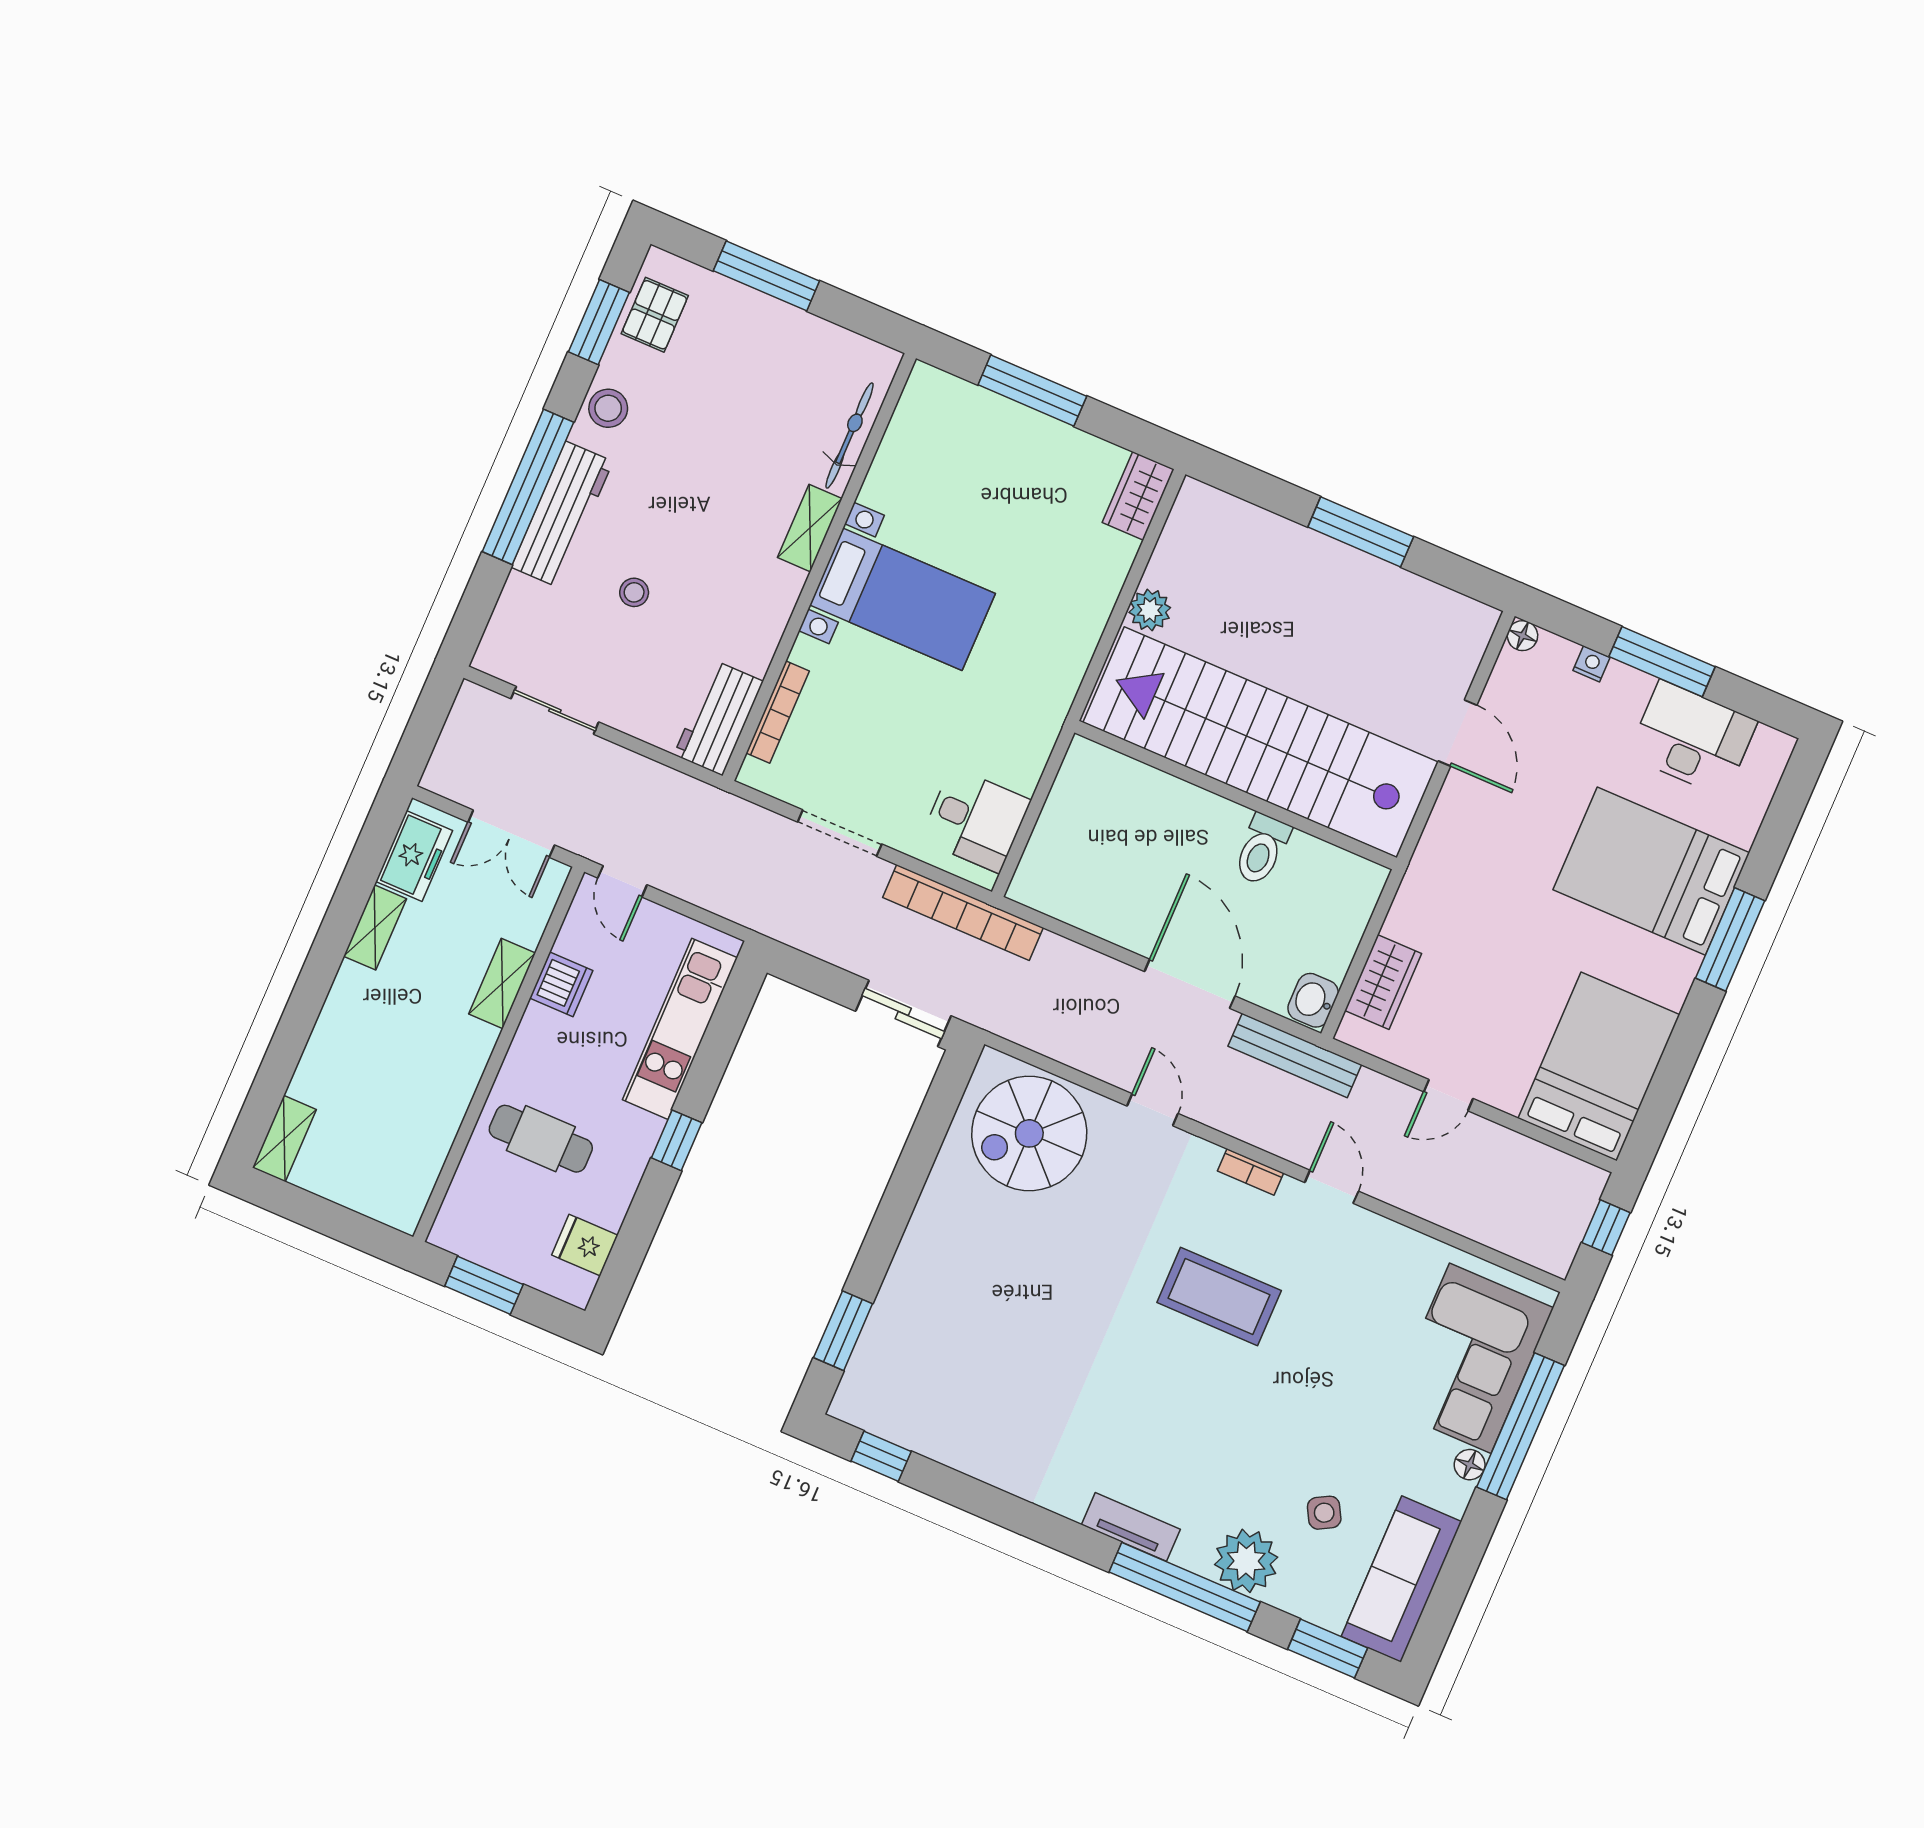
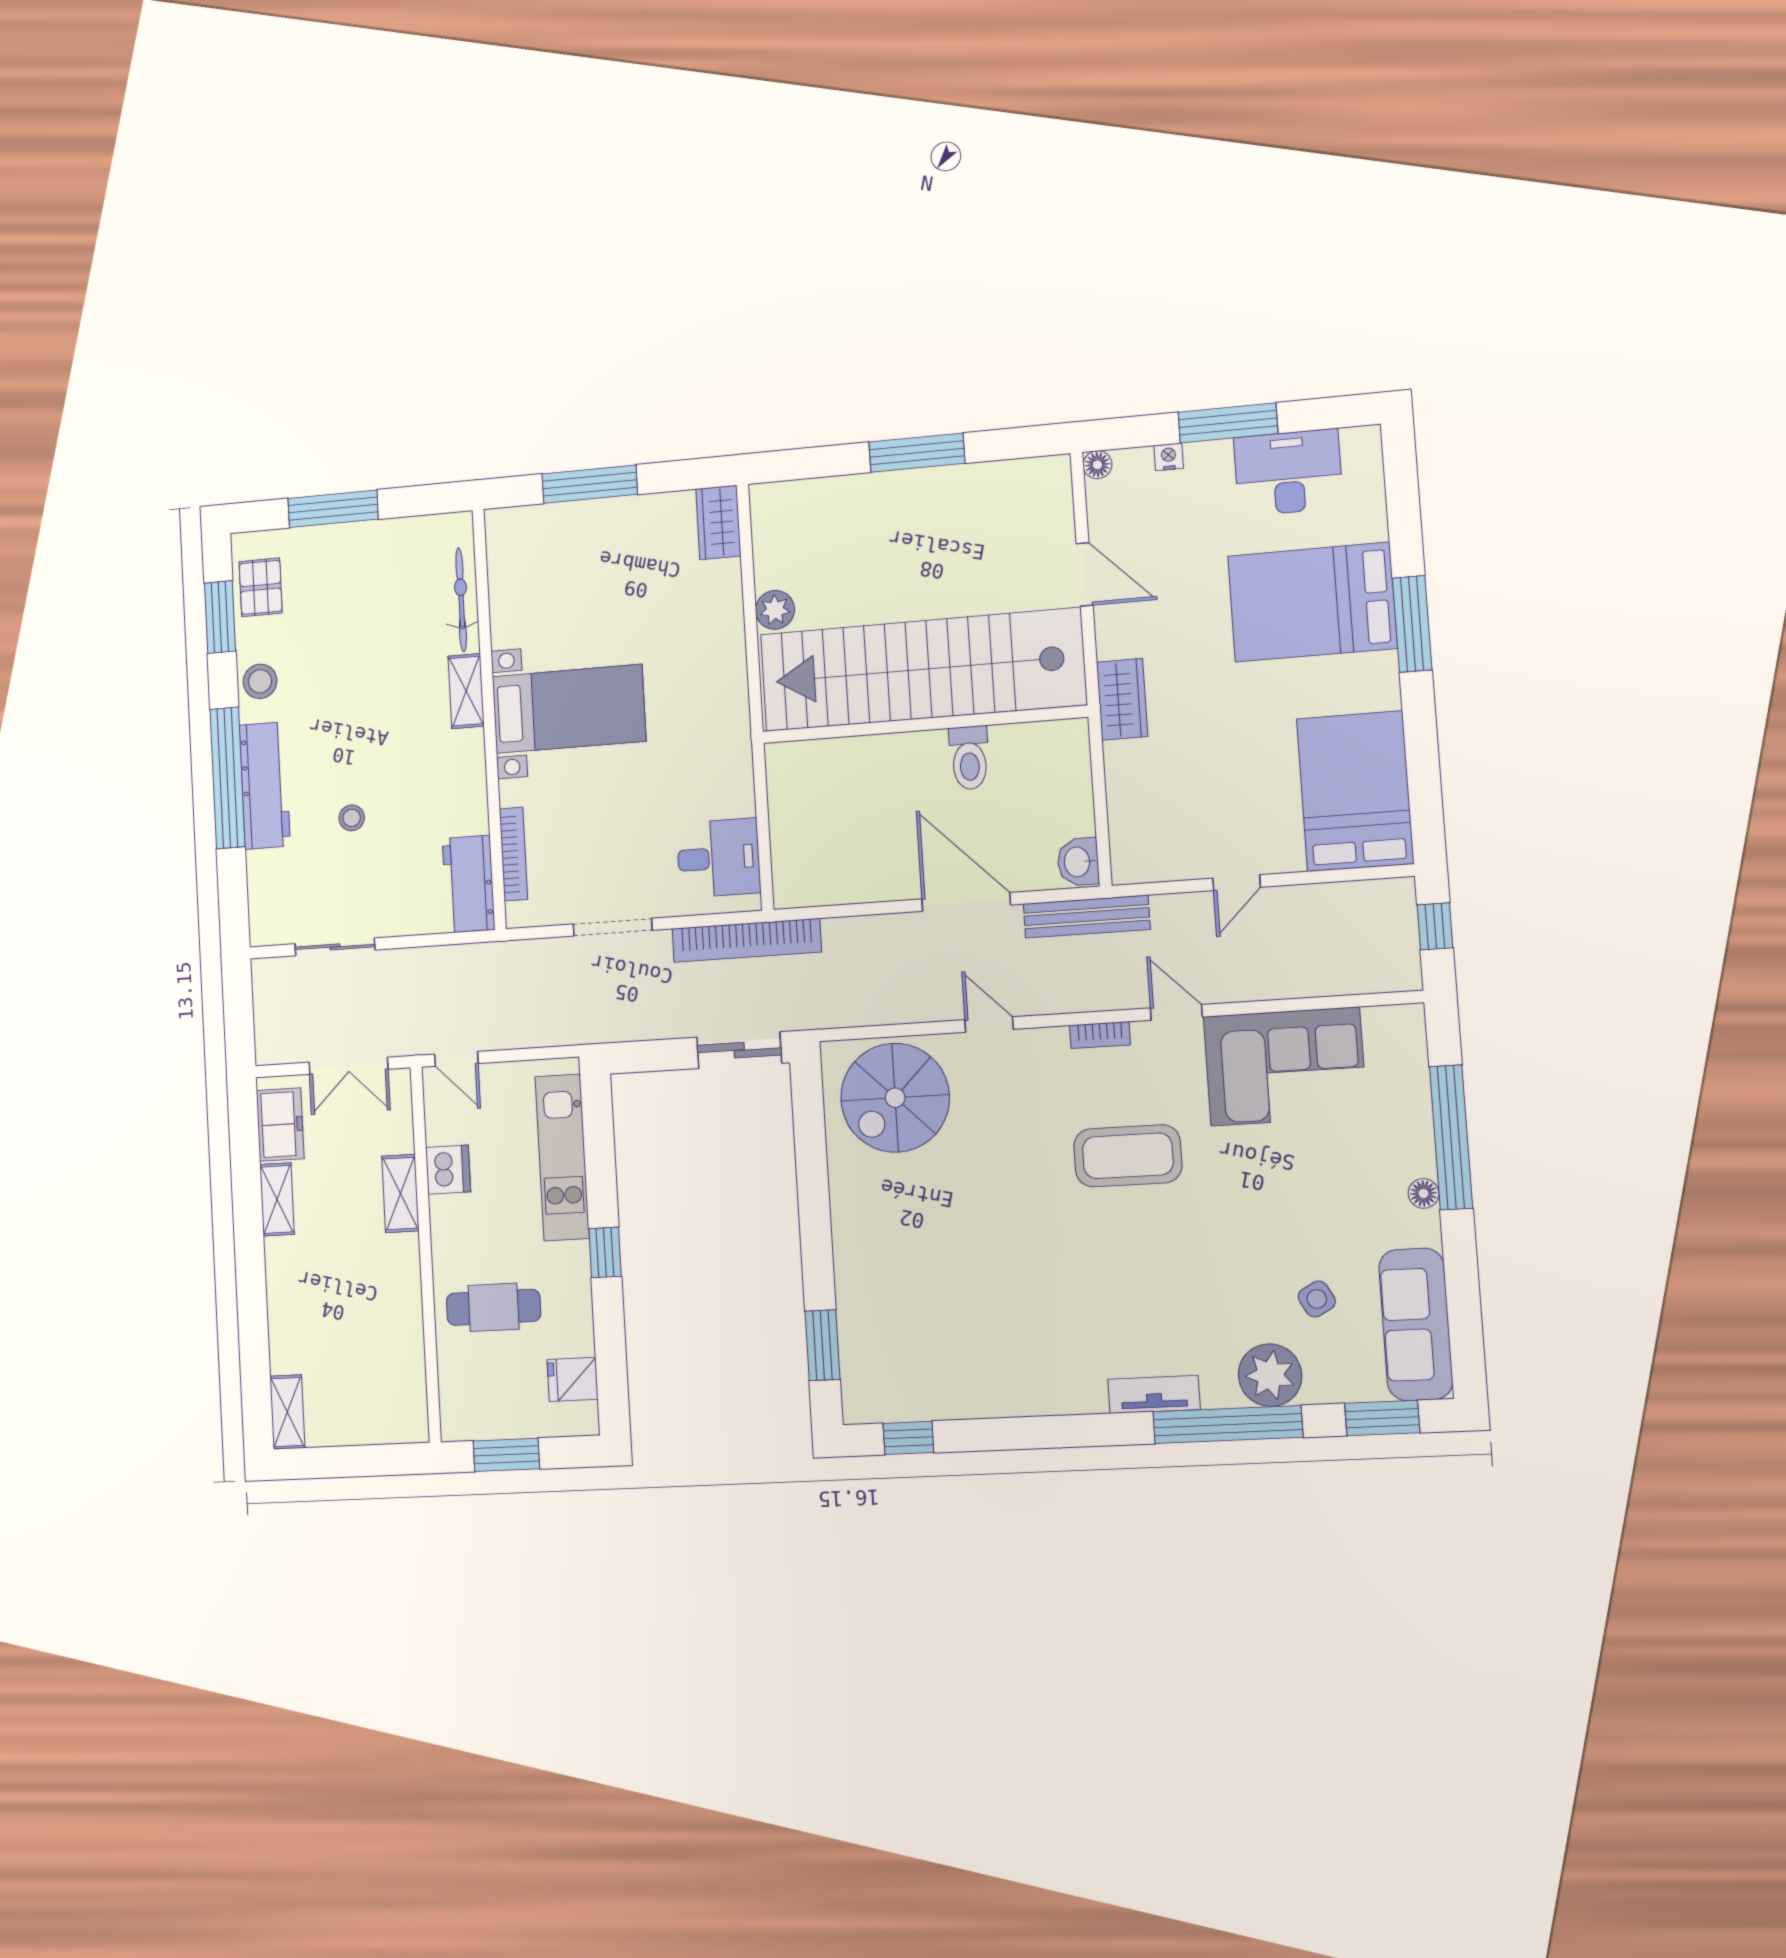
wardrobe: (1383, 982) -> (1122, 699), moved
corner sofa: (1470, 1358) -> (1285, 1066), moved, turned -90

